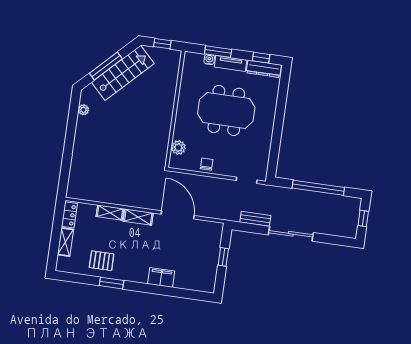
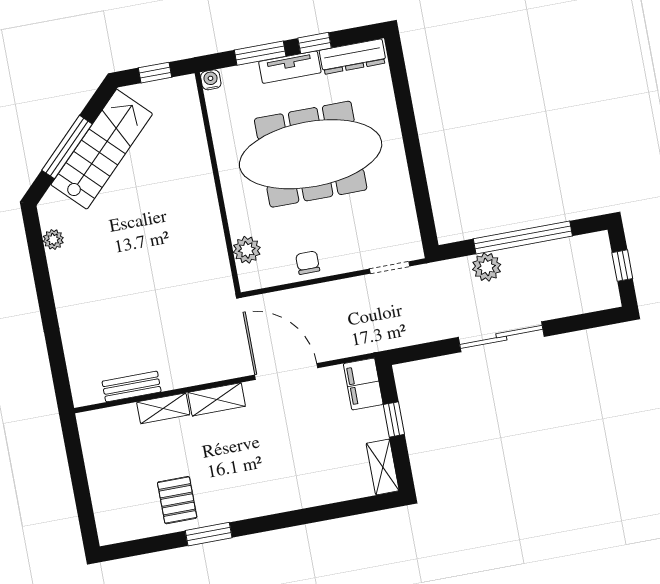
window: (261, 58) -> (315, 43), moved
water cooler: (209, 59) -> (211, 80), moved
meeting table: (226, 110) -> (311, 154), width x1.36
plant: (295, 196) -> (487, 267), added
locker: (69, 215) -> (91, 437), removed
bench: (255, 219) -> (132, 387), moved
shelving: (65, 242) -> (383, 467), moved
pallet: (102, 261) -> (177, 500), turned 90
filing cabinet: (161, 278) -> (363, 384), moved, turned -90

